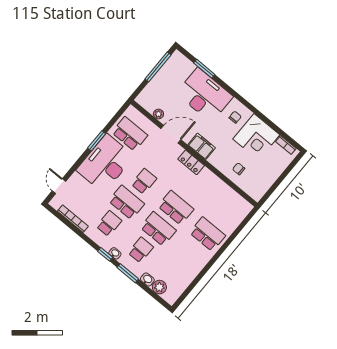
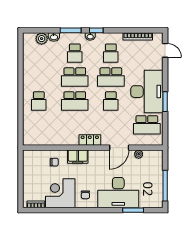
filing cabinet: (202, 146) -> (78, 157), moved
school desk: (208, 234) -> (39, 101), width x0.54

